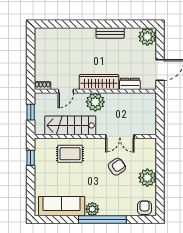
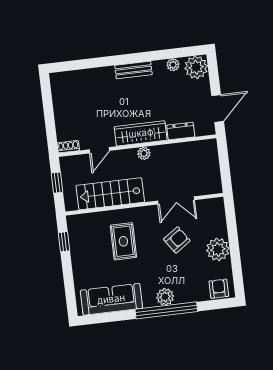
bench: (110, 33) -> (133, 70), moved
plant: (130, 33) -> (173, 65), added
plant: (95, 102) -> (144, 153), width x0.53, depth x0.53
rug: (70, 154) -> (123, 241), moved, turned 90
plant: (92, 209) -> (165, 297), moved

